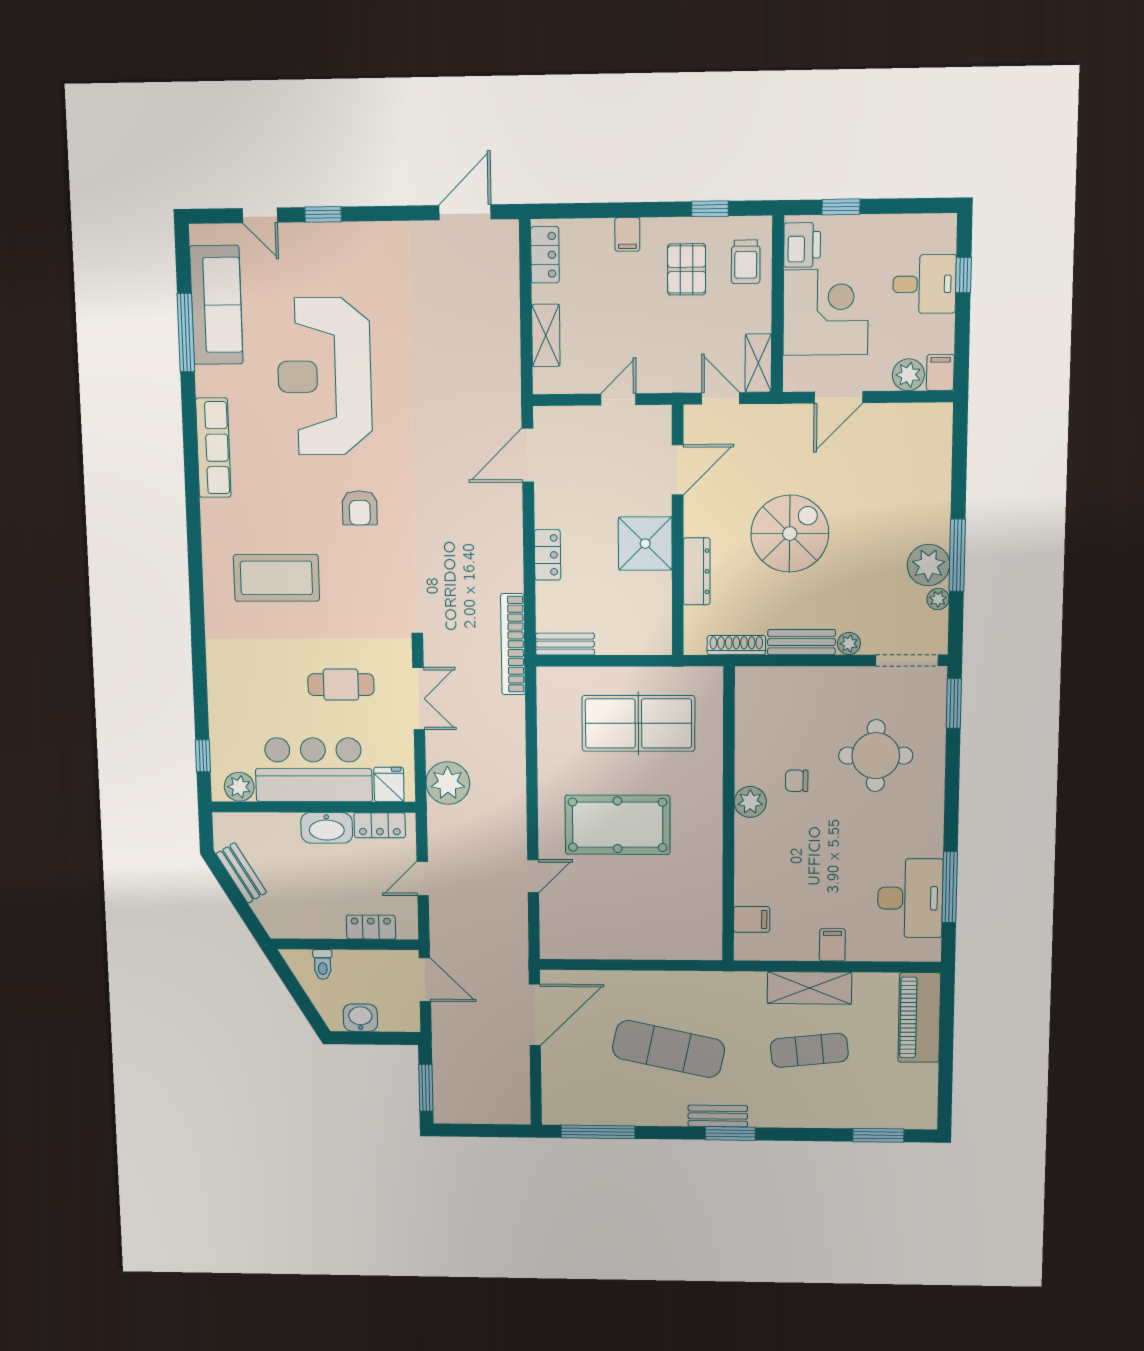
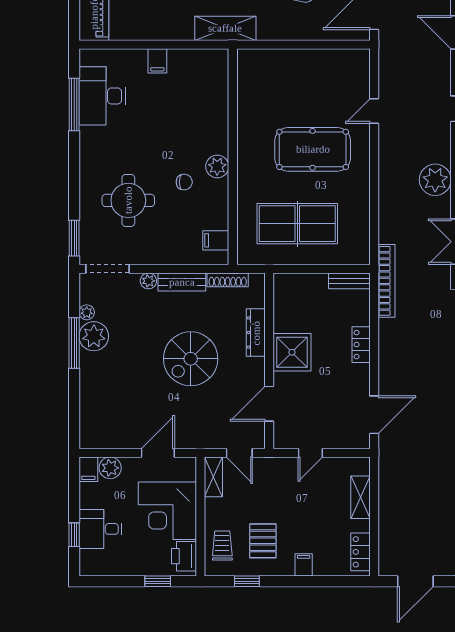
filing cabinet: (752, 919) -> (216, 240), moved
shelving: (809, 988) -> (225, 28), moved

